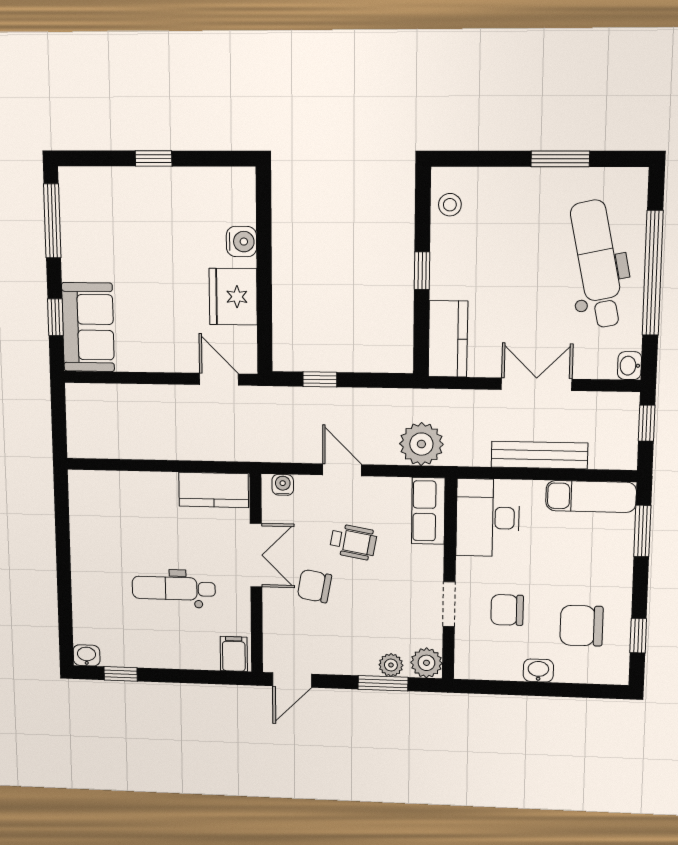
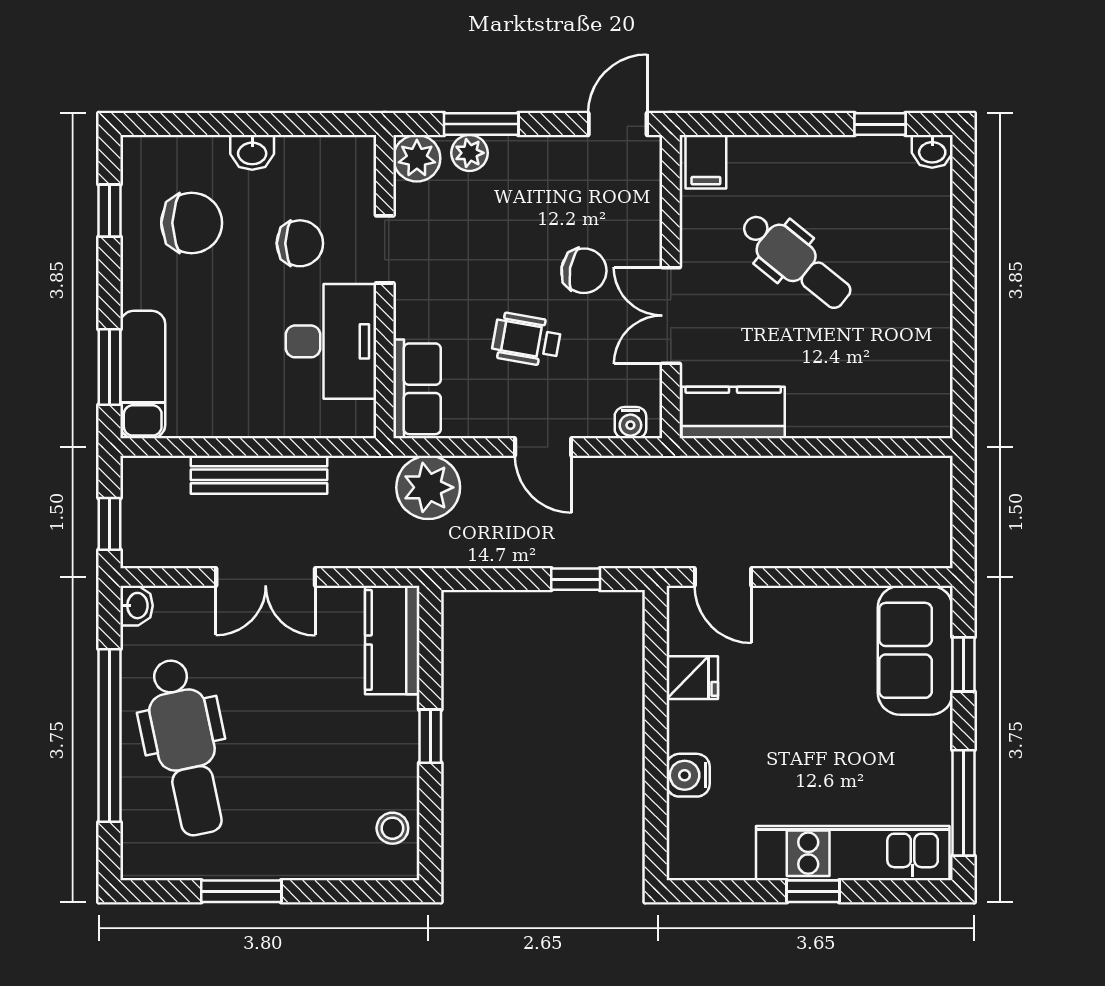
kitchen unit: (127, 186) -> (853, 853), added
fridge: (233, 297) -> (692, 678), width x0.53, depth x0.75
exam couch: (591, 496) -> (143, 374), moved, turned 90
desk: (488, 518) -> (331, 341), moved
dental chair: (174, 588) -> (796, 261), turned 39

